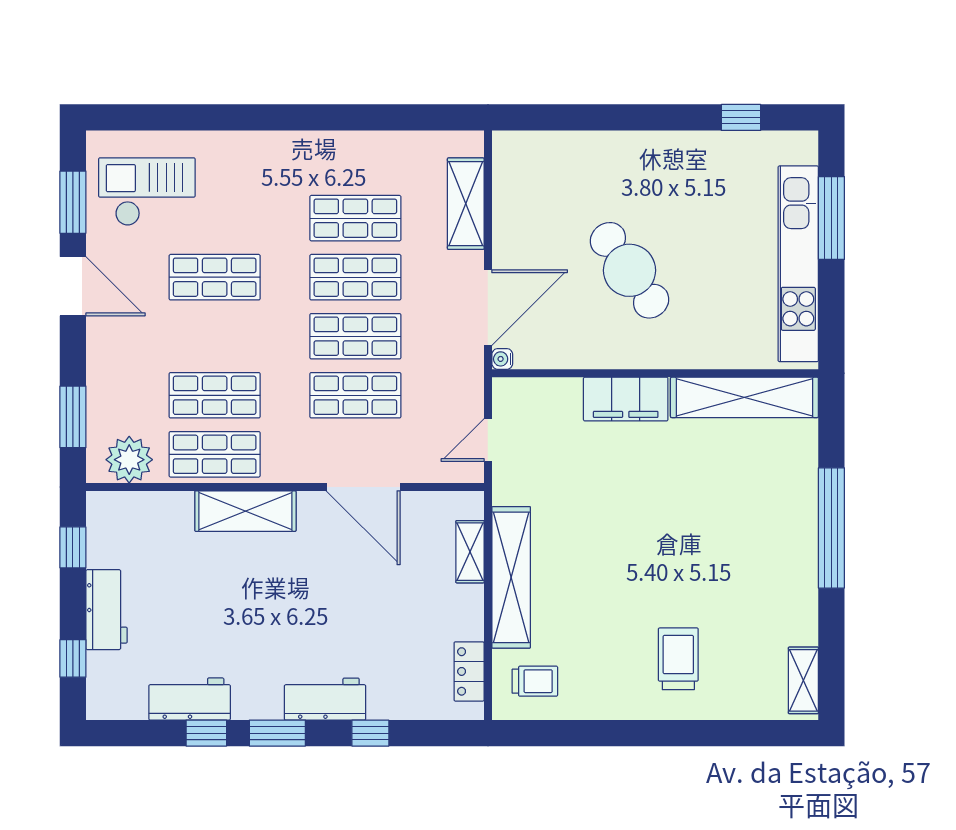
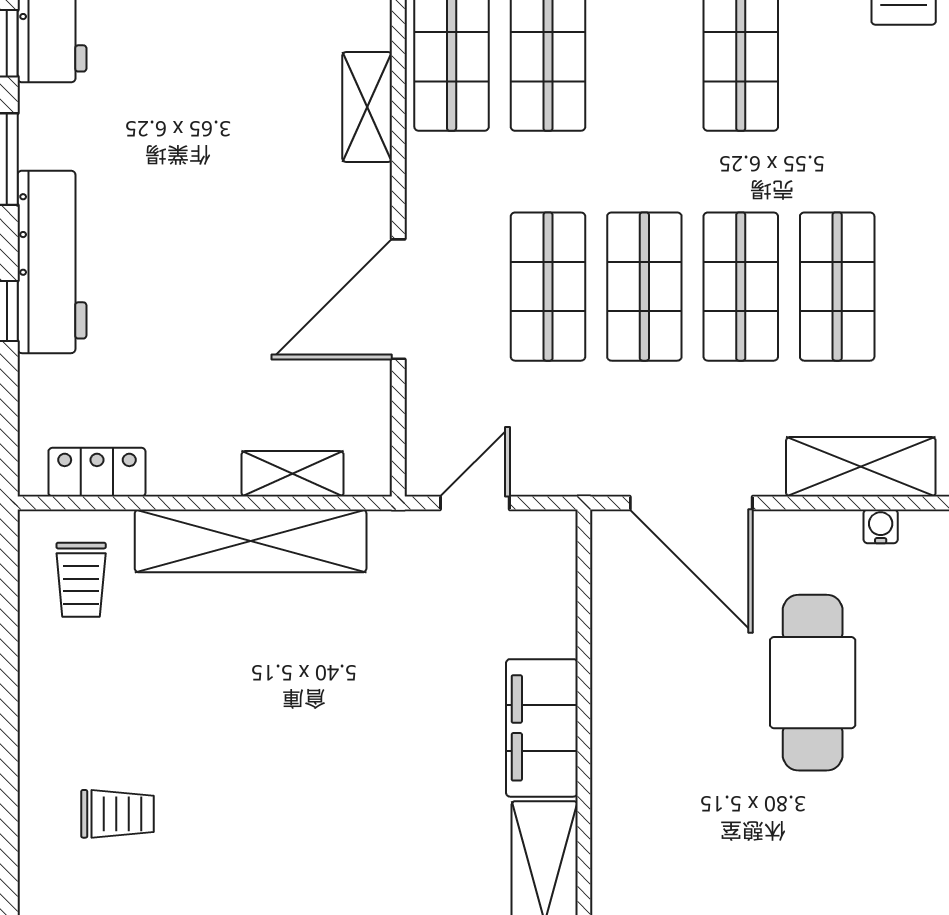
cafe table: (630, 270) -> (813, 683), moved, turned -55
water cooler: (502, 359) -> (881, 526), moved
door: (488, 440) -> (475, 503), hinge flipped
shelving: (245, 511) -> (367, 107), width x0.67, depth x0.75
trolley: (678, 659) -> (118, 814), width x0.73, depth x0.72
workbench: (325, 699) -> (52, 262), width x1.38

